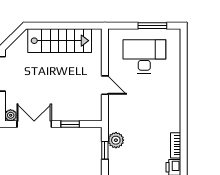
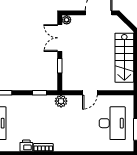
double door: (34, 124) -> (60, 38), swing flipped
plant: (116, 140) -> (61, 101), moved

